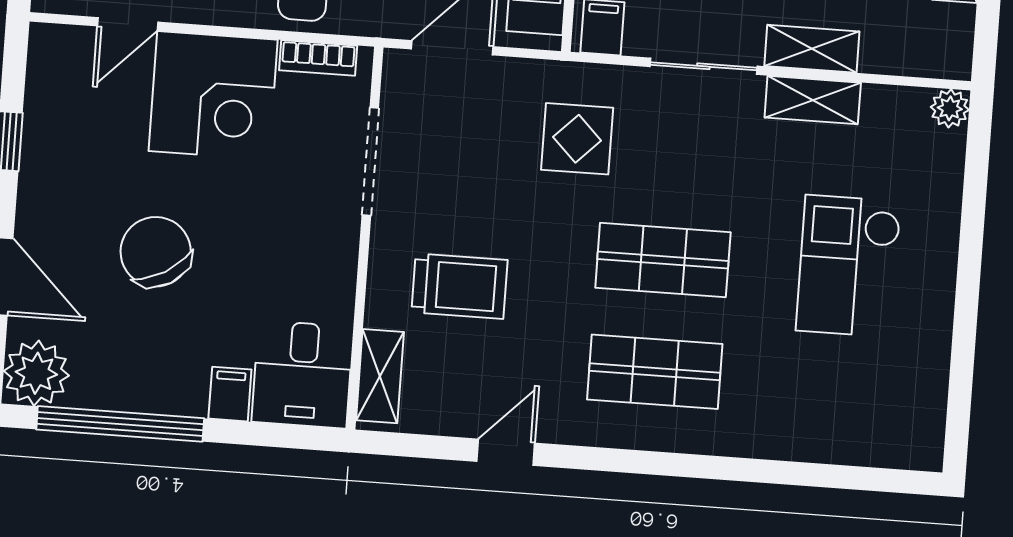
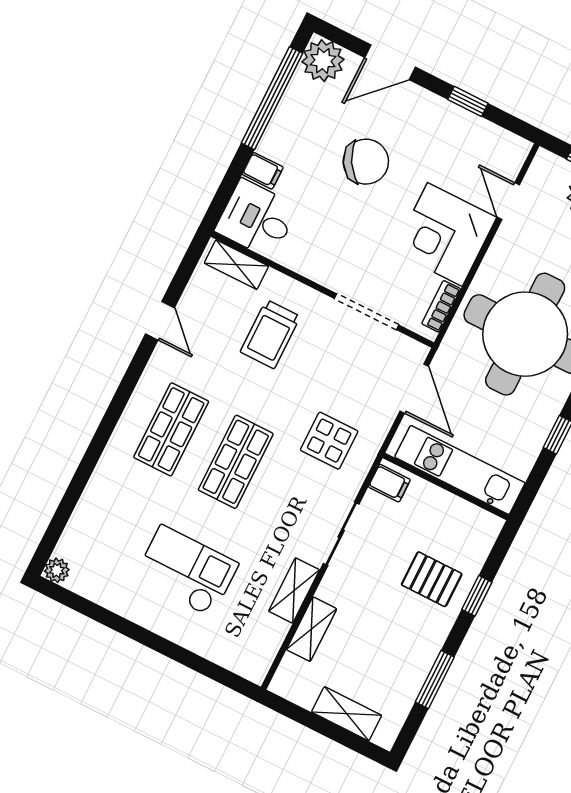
shelving: (812, 49) -> (312, 629), moved
plant: (950, 108) -> (57, 570), moved

